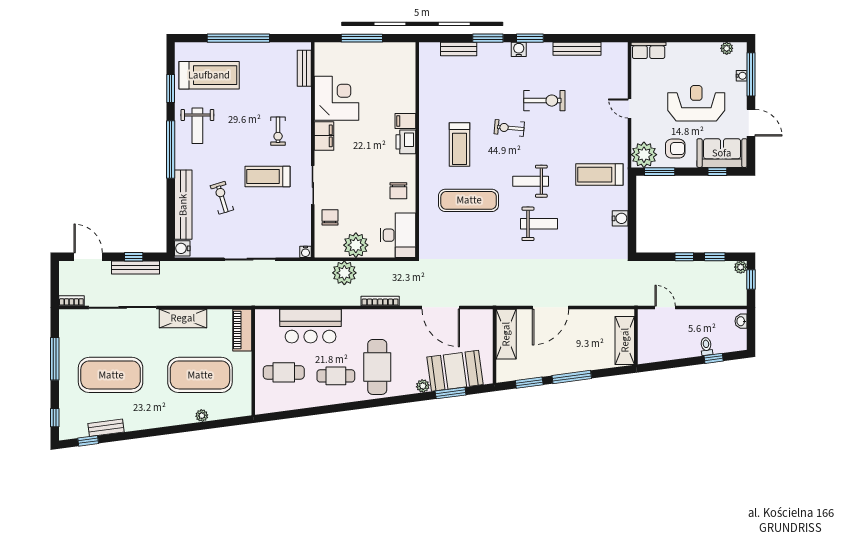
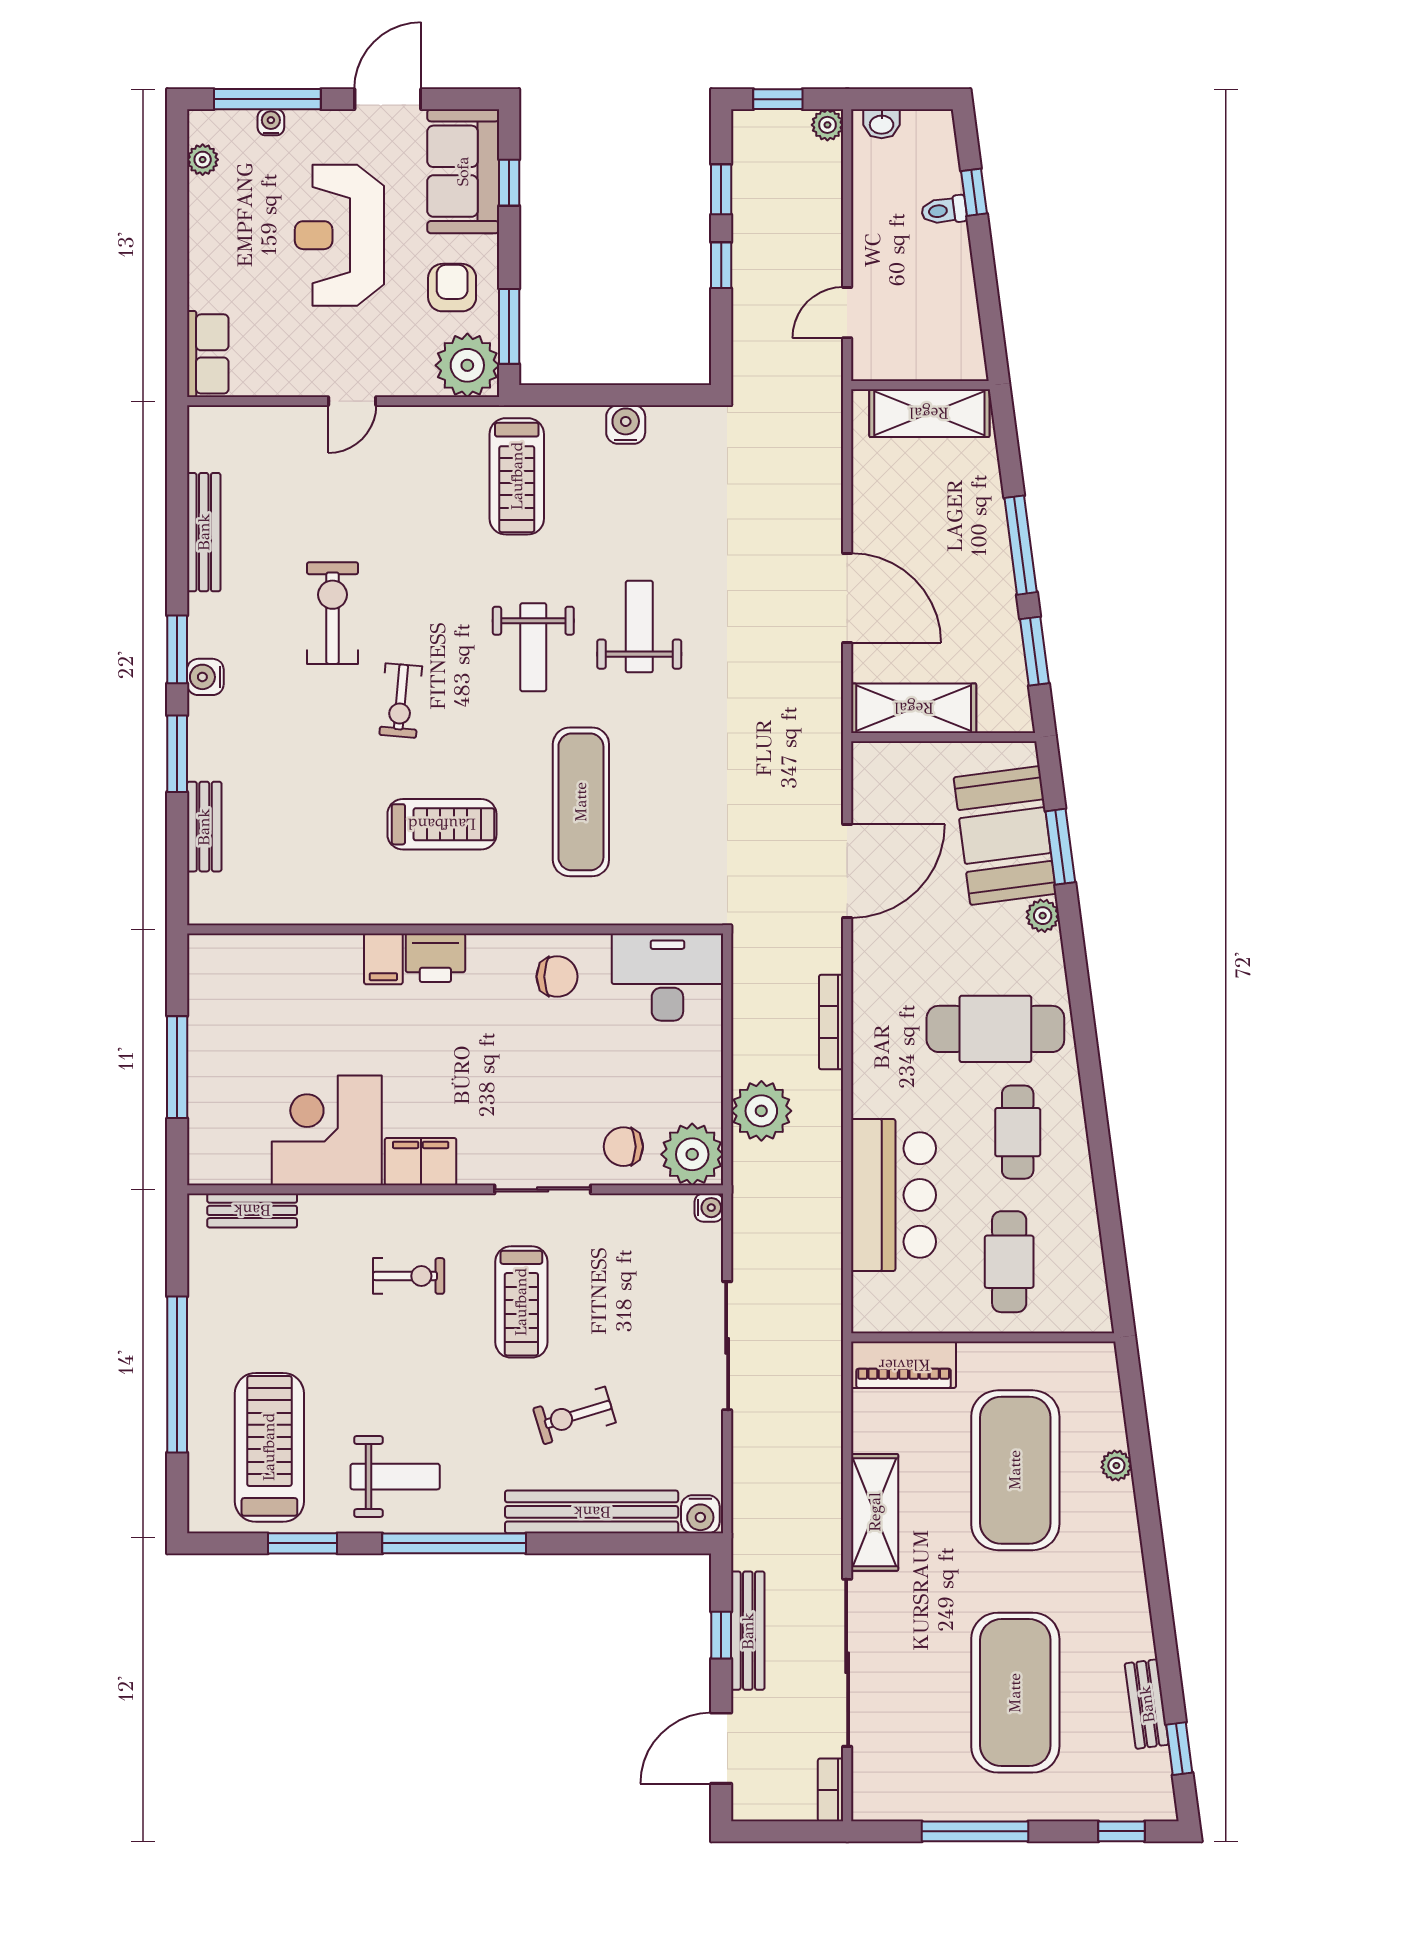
plant: (356, 245) -> (692, 1154), moved
plant: (741, 267) -> (827, 125), moved

